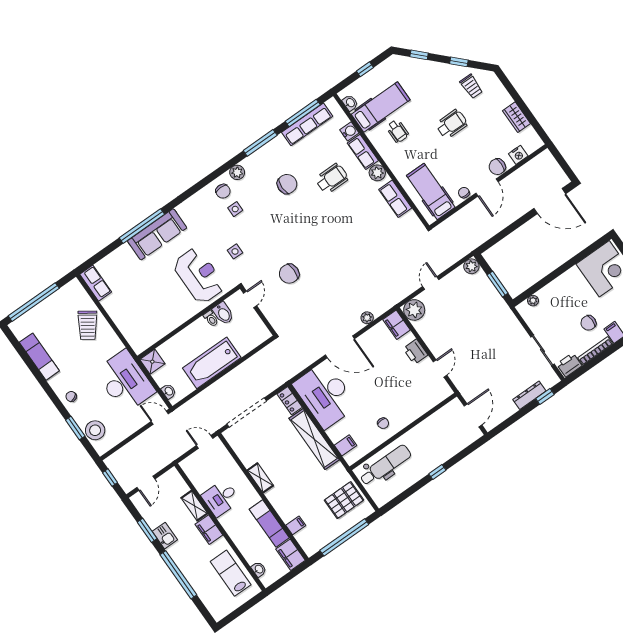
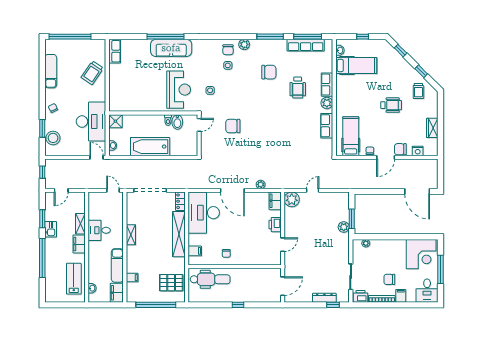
water cooler: (349, 131) -> (328, 67), removed
wheelchair: (398, 131) -> (356, 87), removed
wheelchair: (332, 179) -> (298, 88), turned 90
plant: (471, 266) -> (344, 227), moved

